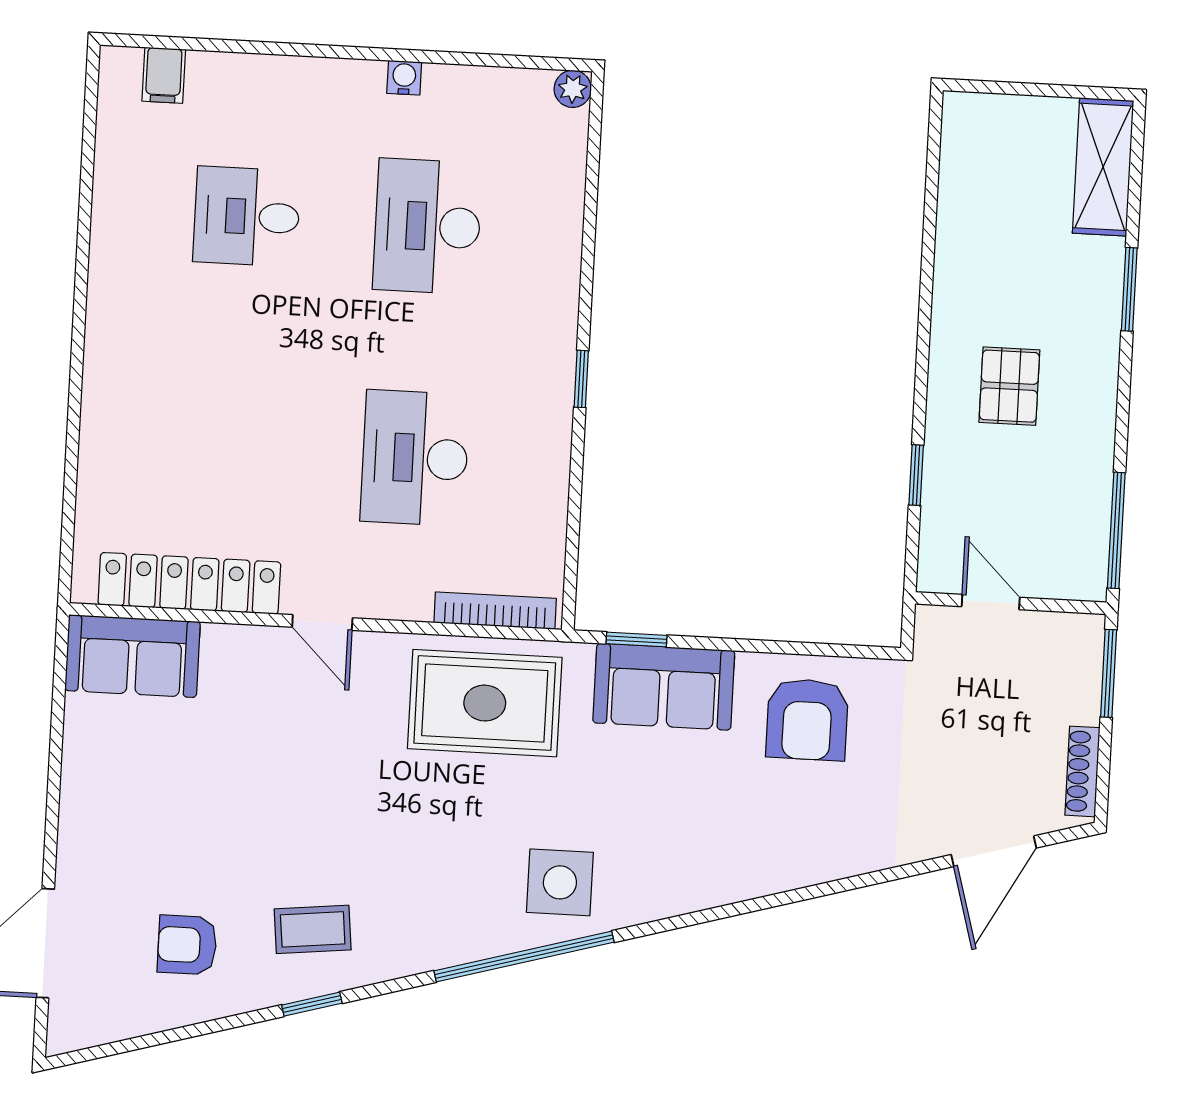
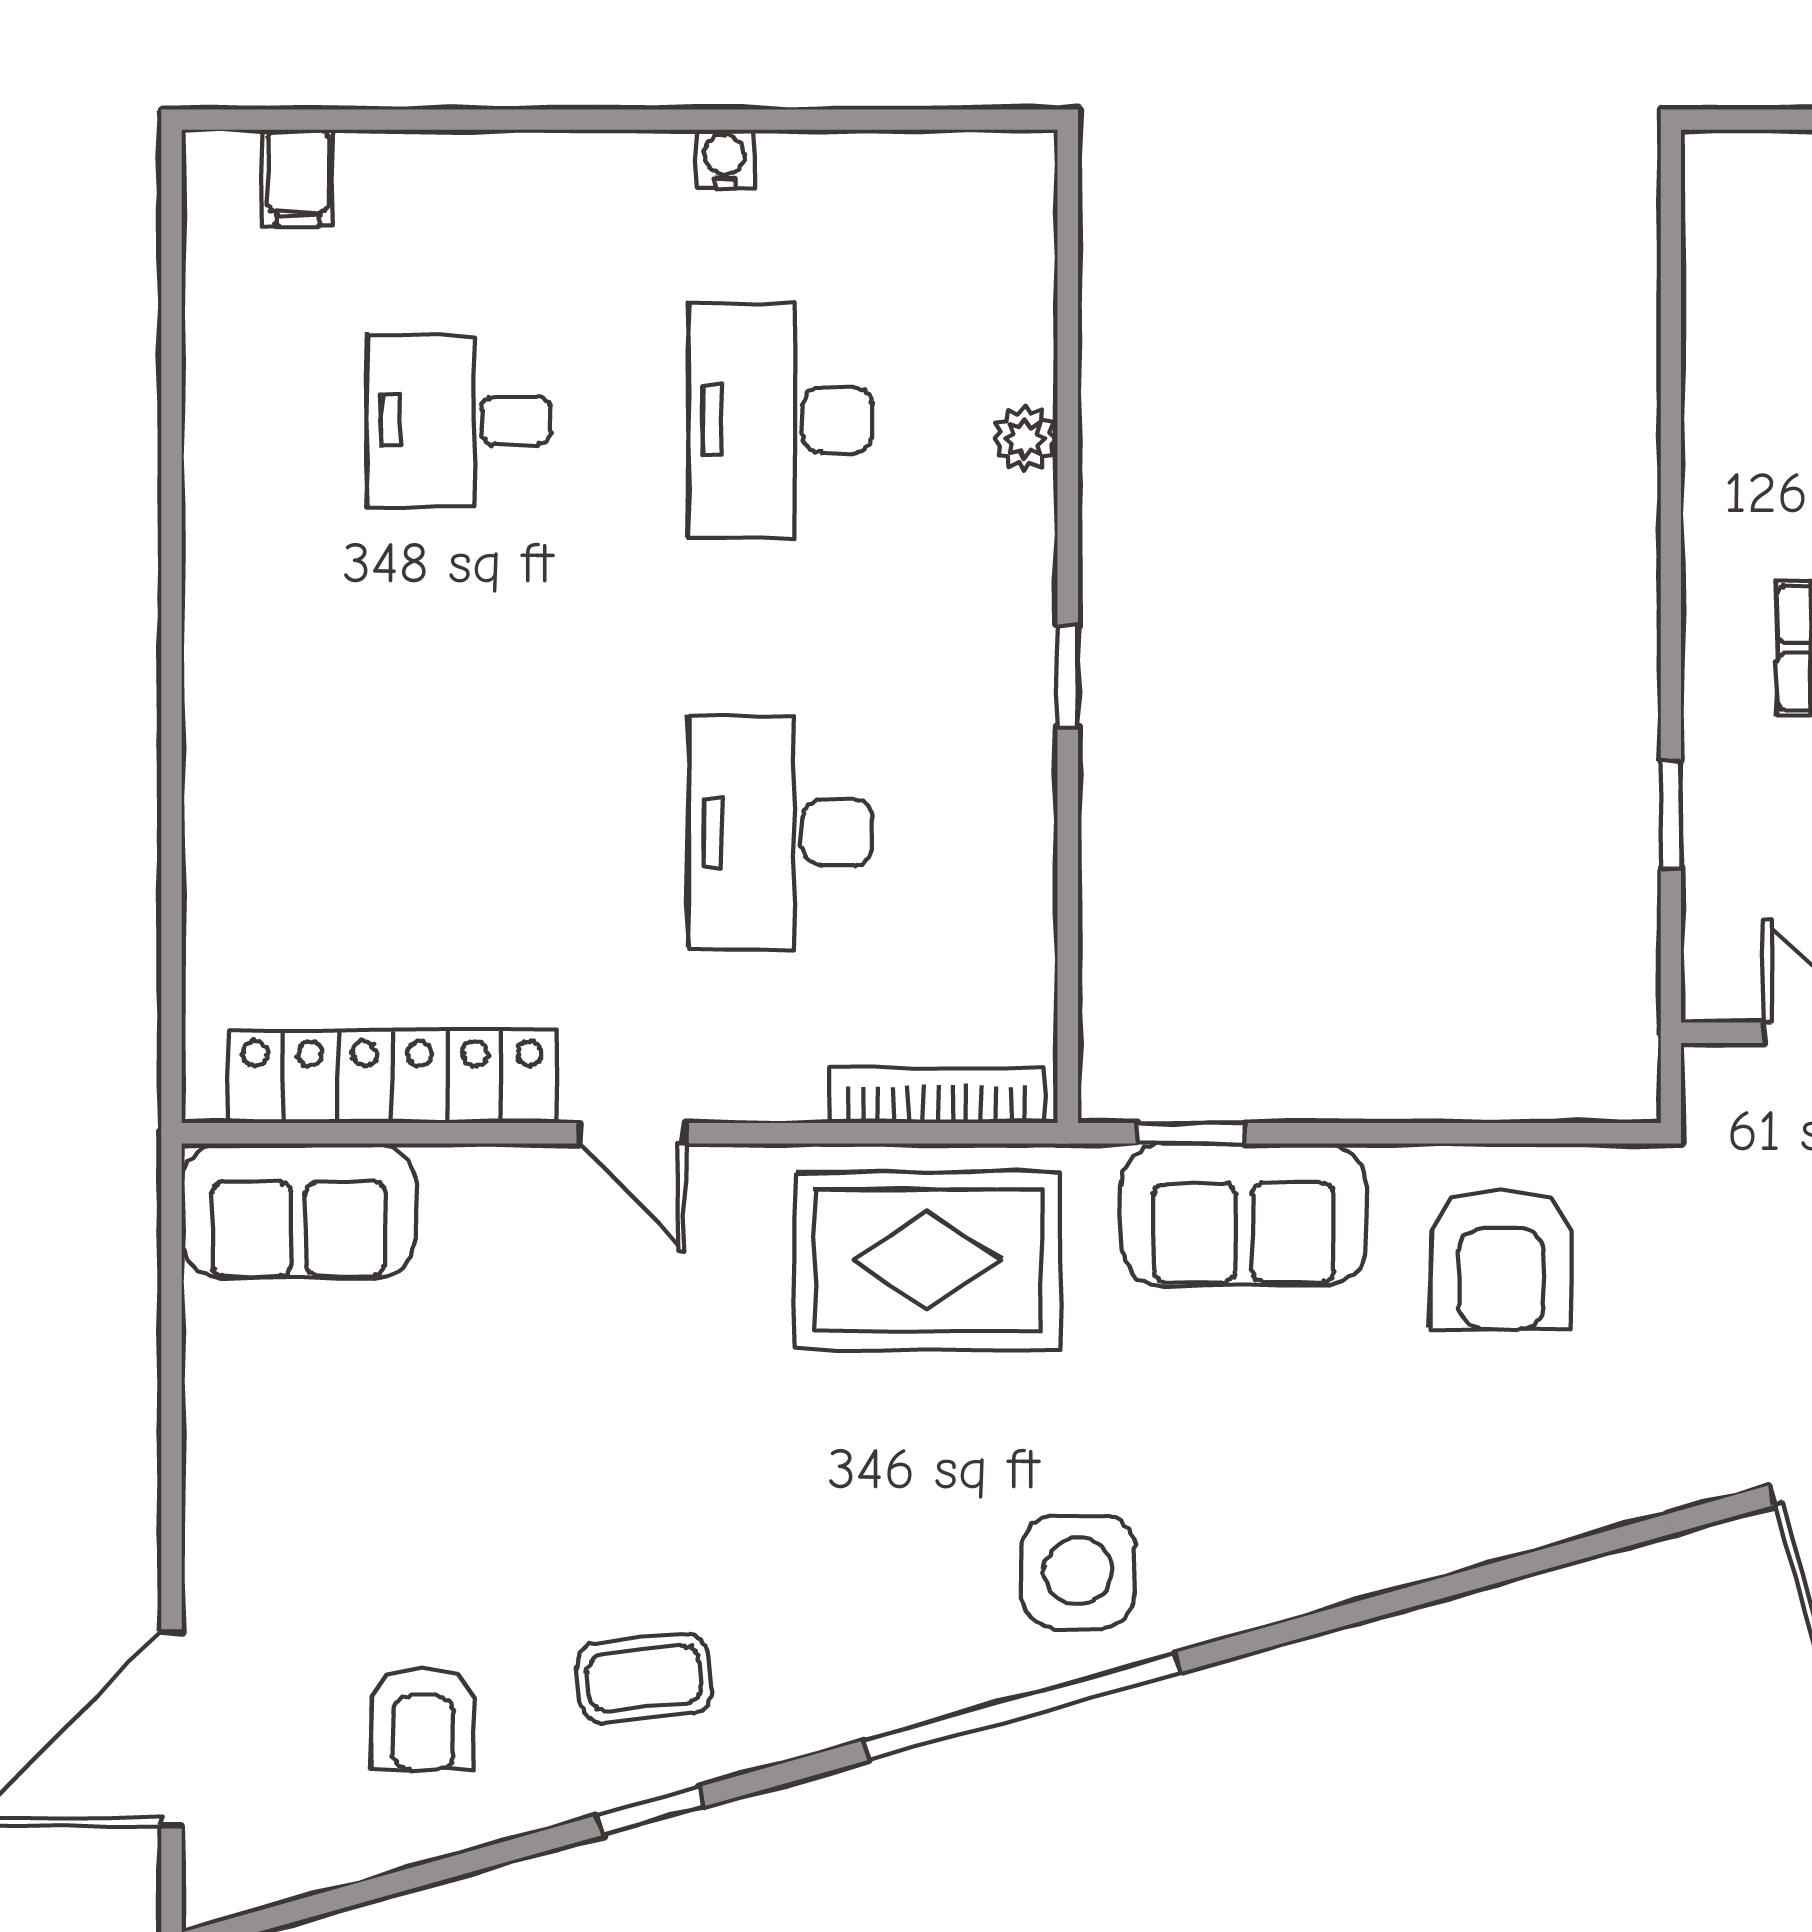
plant: (573, 89) -> (1025, 439), moved
armchair: (187, 945) -> (423, 1718), turned -90

